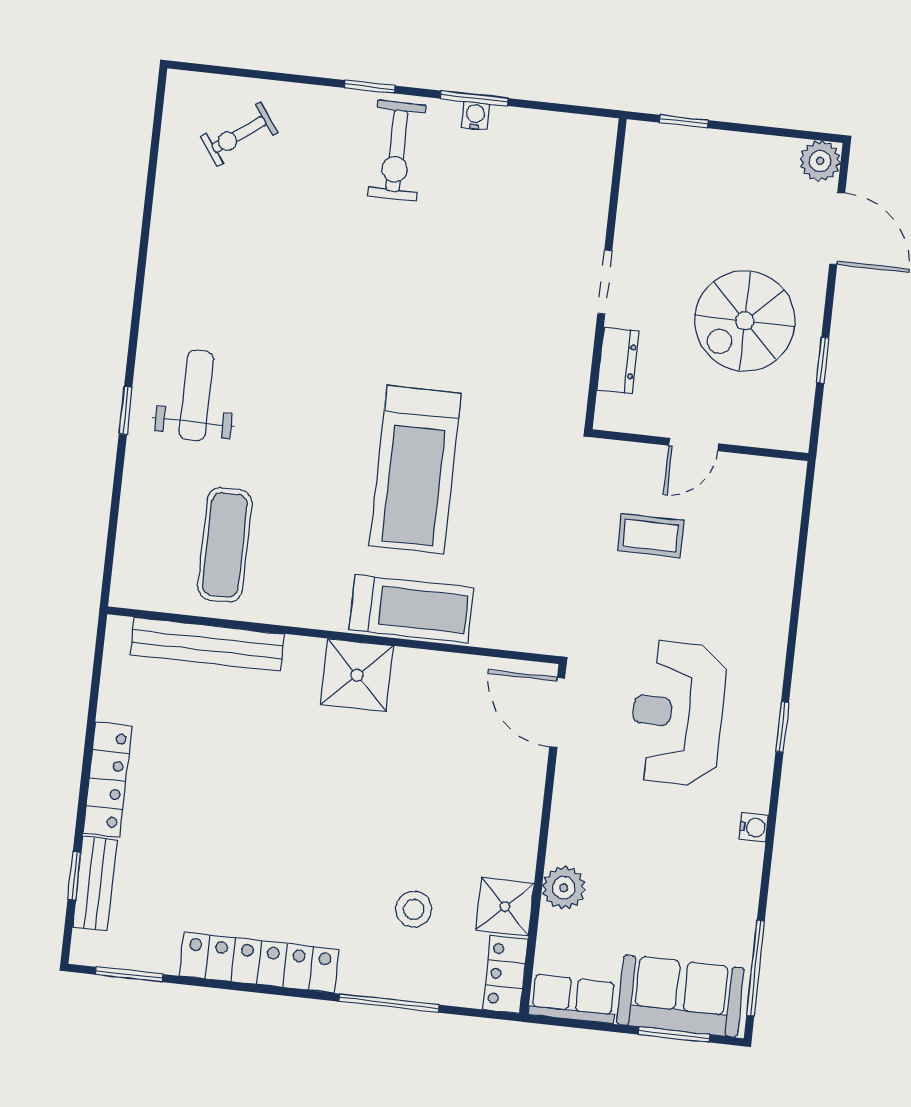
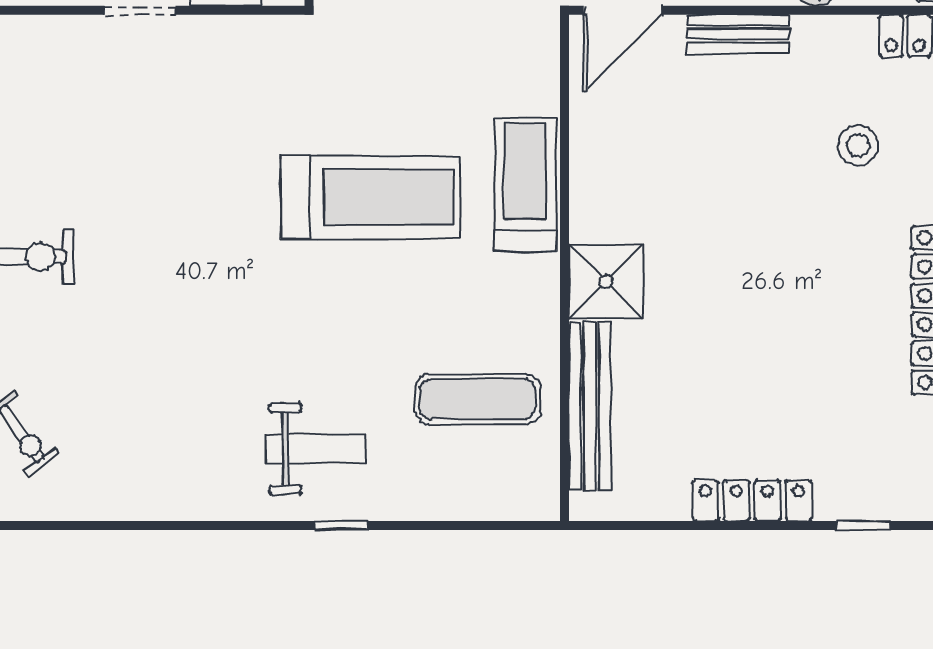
weight bench: (196, 395) -> (315, 449), turned 180
shower: (357, 675) -> (606, 281), moved
bench: (95, 884) -> (738, 34), moved
shower: (505, 907) -> (844, 44), removed

